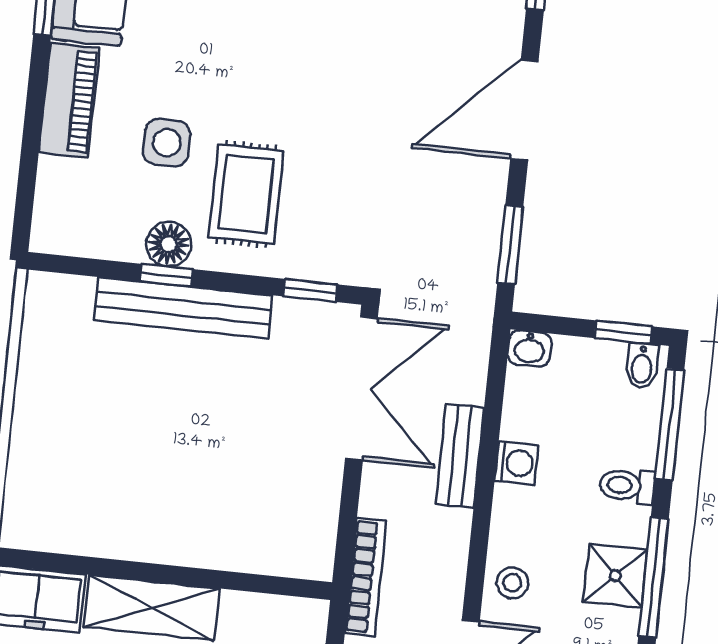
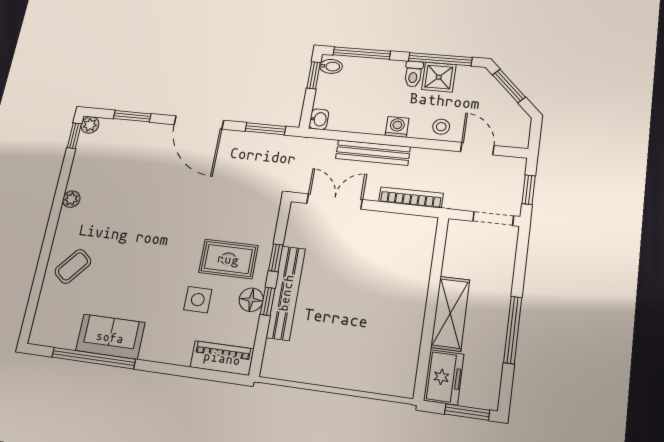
piano: (69, 100) -> (222, 358), moved
window: (310, 290) -> (276, 258), moved
double door: (361, 388) -> (335, 202), width x0.73
bench: (460, 456) -> (373, 153), width x1.36
washing machine: (516, 463) -> (397, 127), moved
toilet: (627, 486) -> (413, 74), moved
bookcase: (365, 577) -> (411, 197), moved

